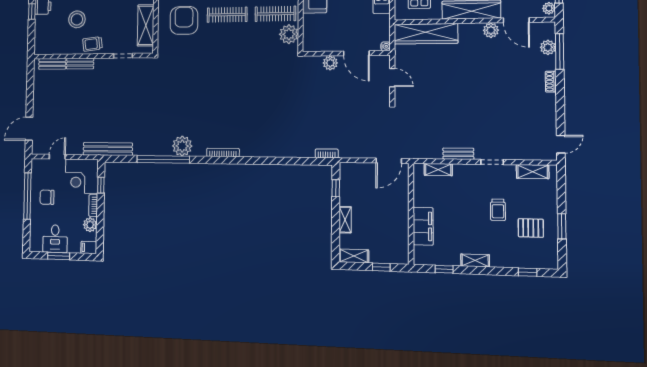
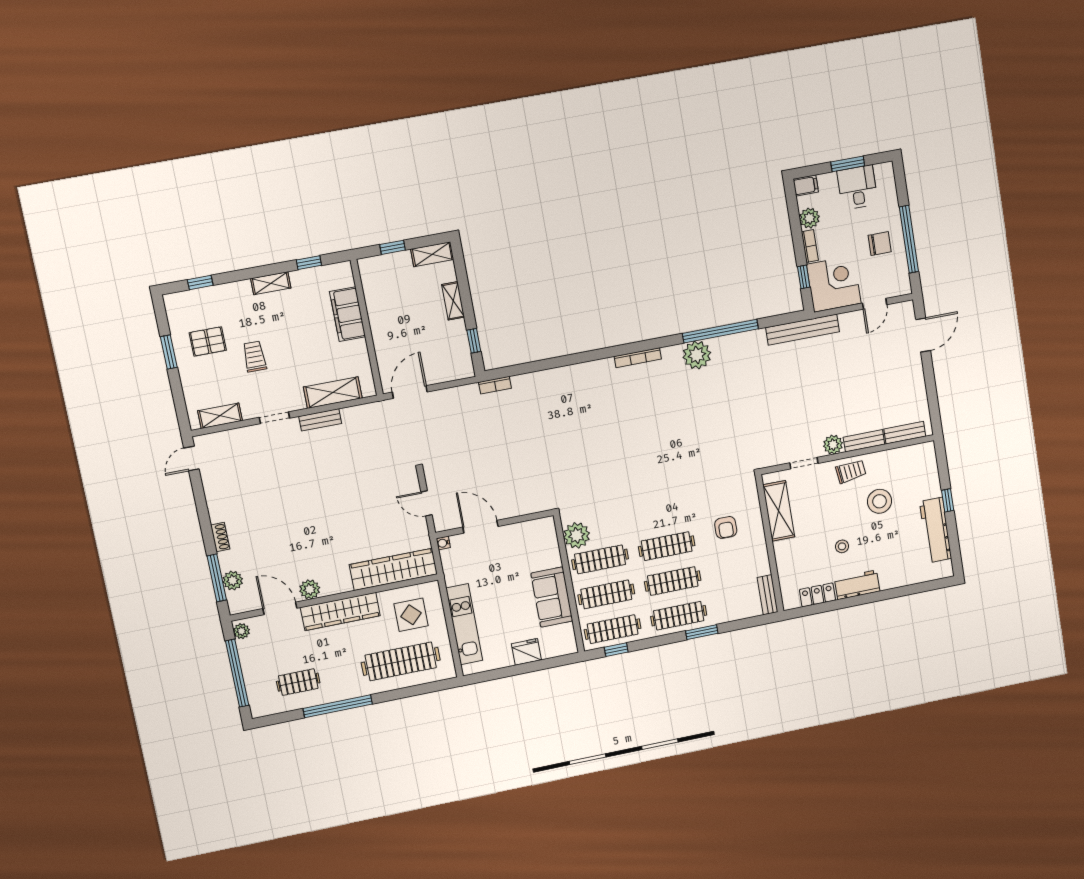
armchair: (184, 20) -> (726, 527), width x0.53, depth x0.53
plant: (330, 63) -> (833, 445), moved
shelving: (438, 170) -> (333, 393), width x1.50, depth x1.33

